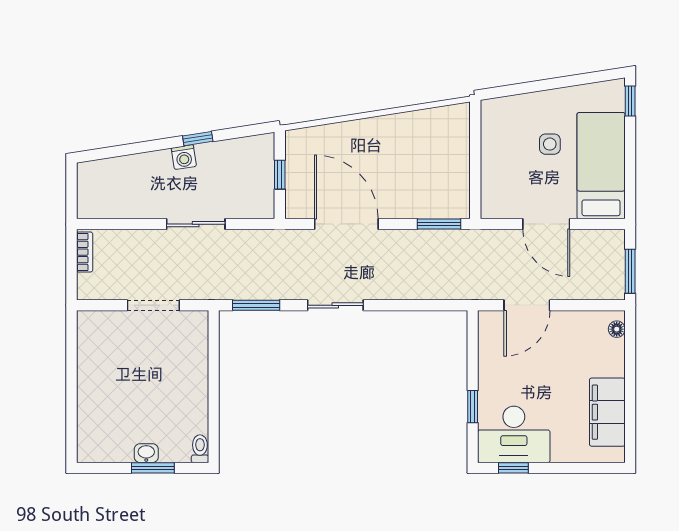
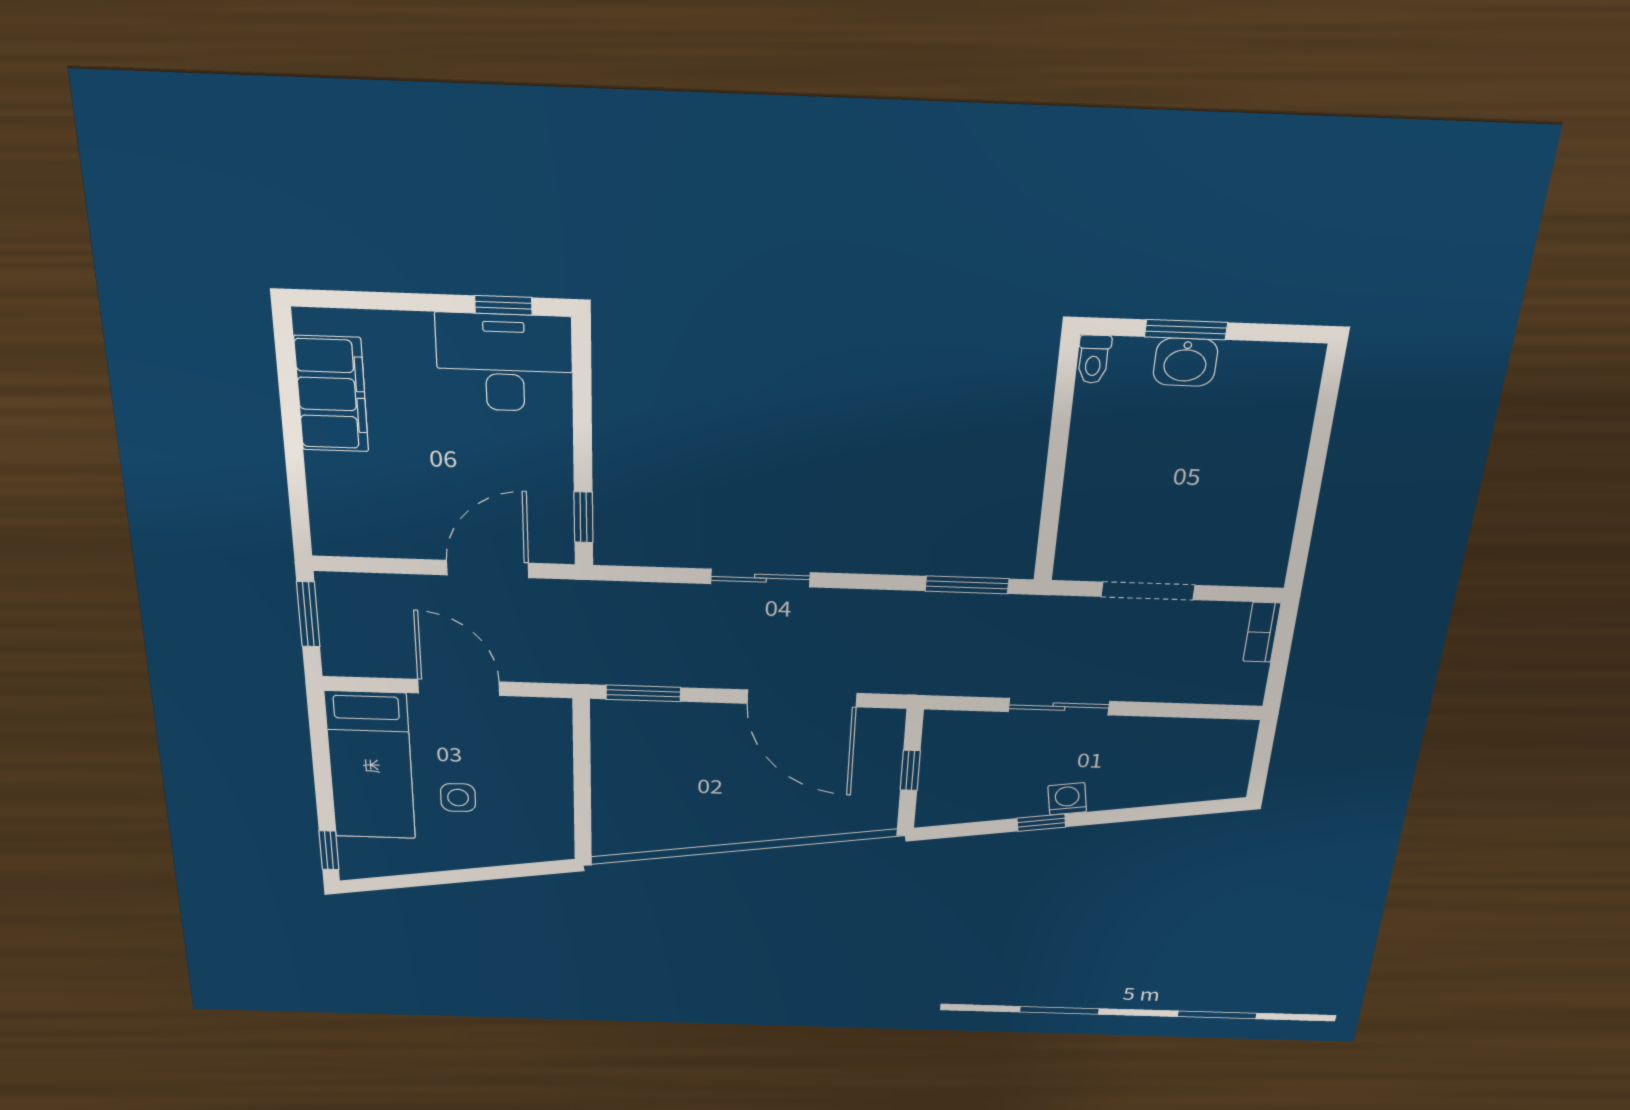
bookcase: (85, 252) -> (1262, 632), moved
sliding door: (335, 305) -> (760, 578), moved
floor lamp: (617, 329) -> (325, 527), removed
window: (473, 407) -> (583, 517), moved
washbasin: (146, 453) -> (1185, 362), width x1.38, depth x1.45

